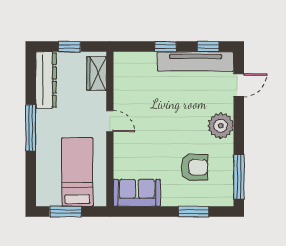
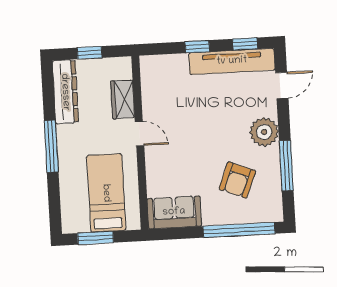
wardrobe: (97, 73) -> (123, 99), moved
armchair: (194, 167) -> (237, 180), turned 112
window: (239, 177) -> (286, 166), moved
window: (194, 212) -> (239, 230), width x2.11

